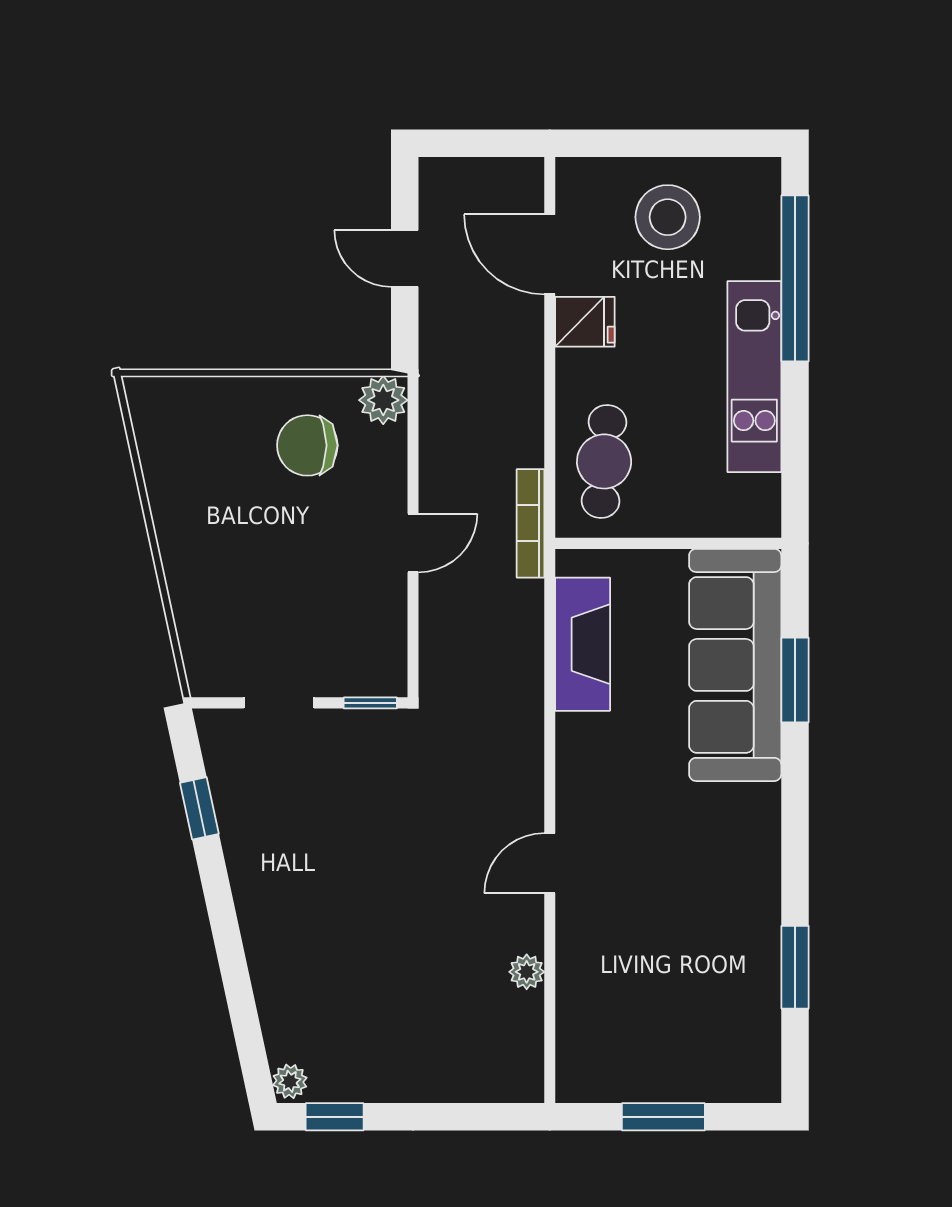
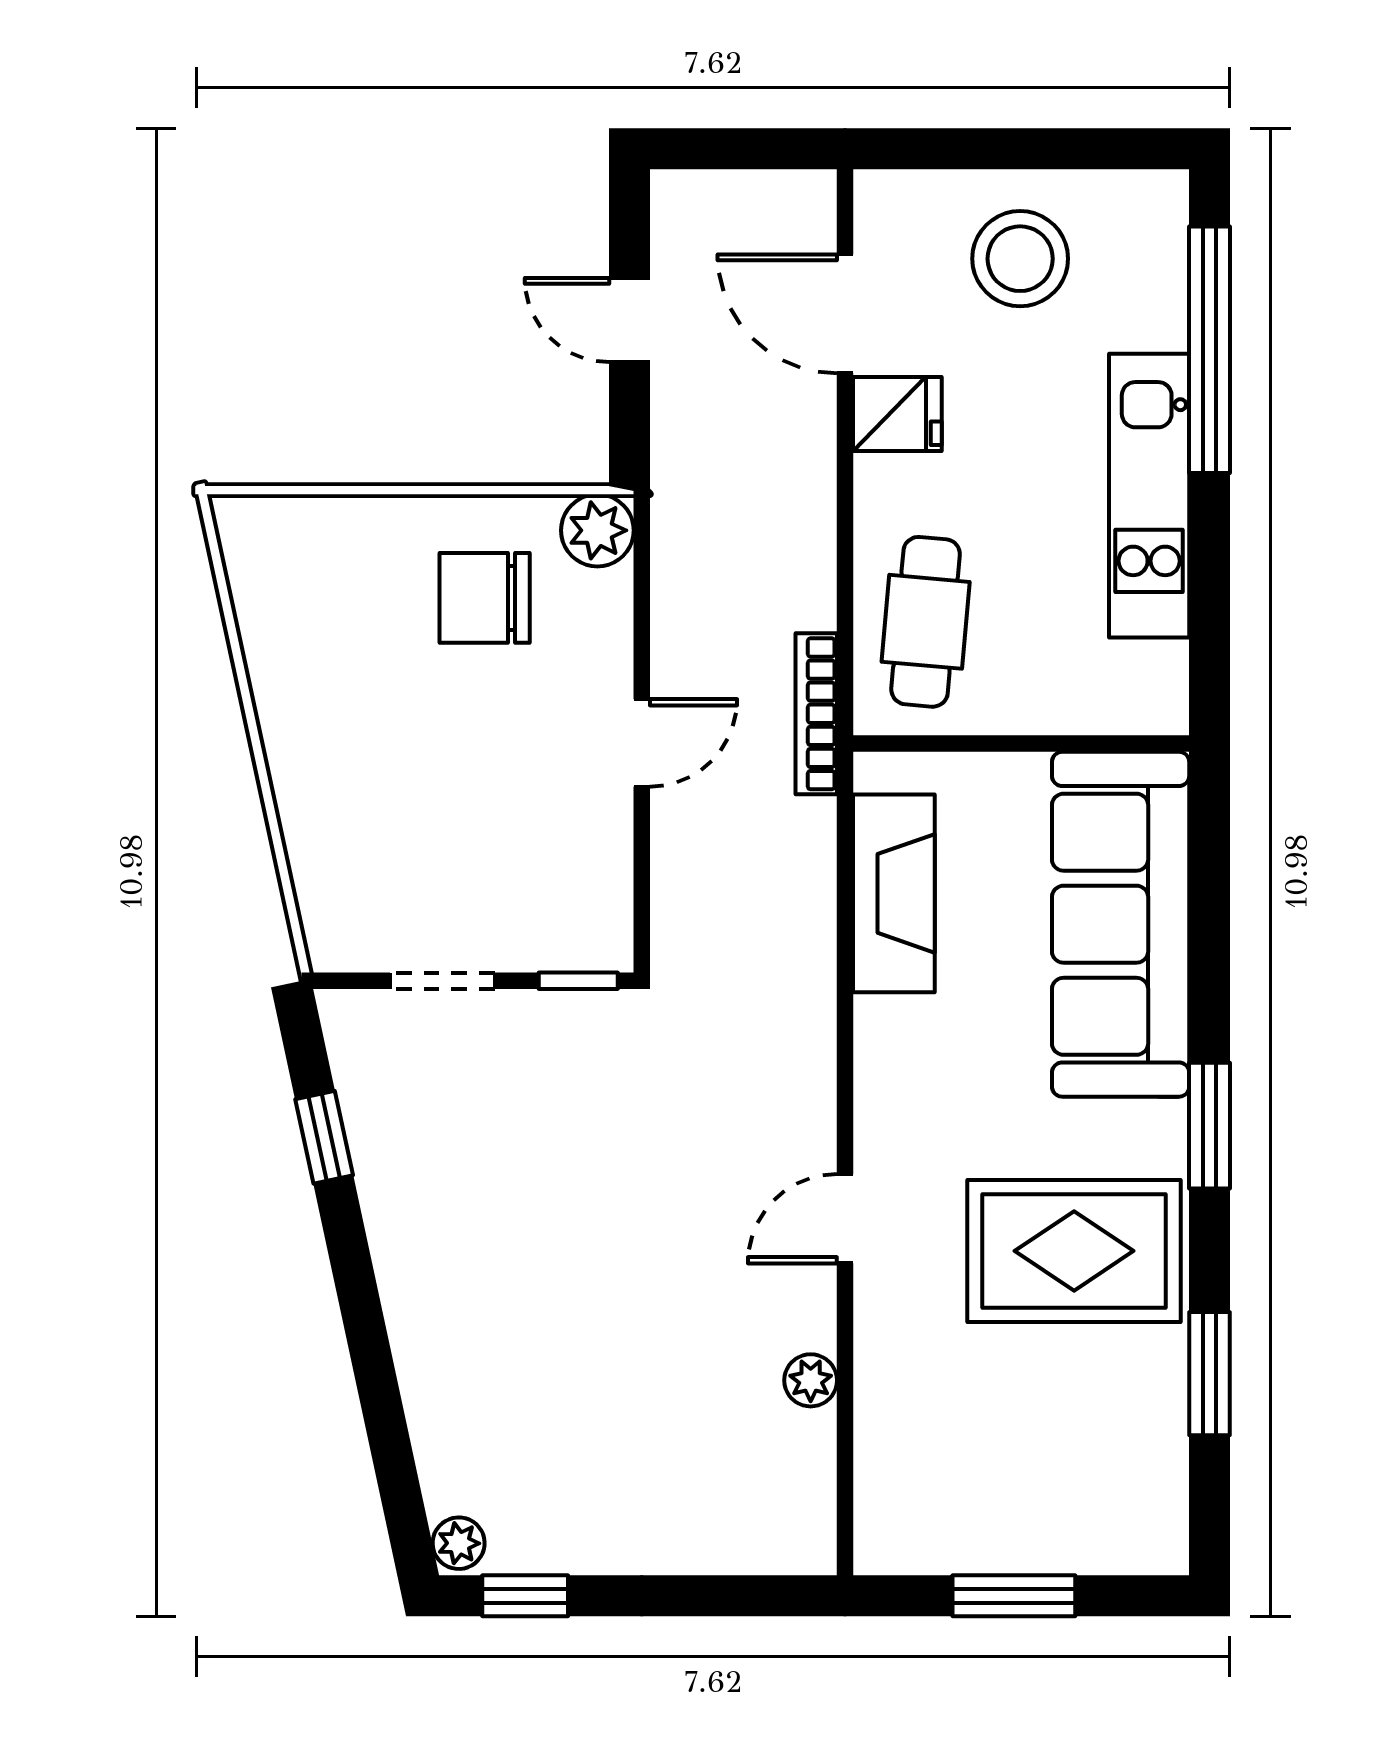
window: (795, 680) -> (1209, 1126), moved
rug: (704, 885) -> (1074, 1251), added

